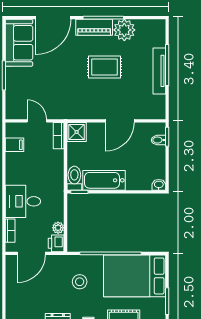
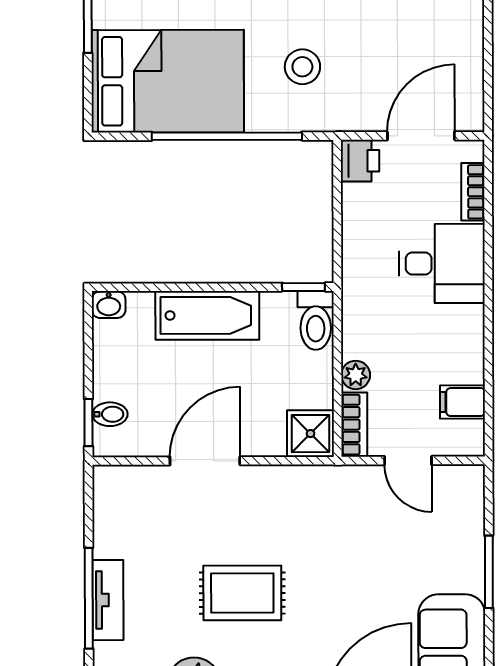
tv unit: (159, 71) -> (108, 600), width x0.71
bathtub: (104, 180) -> (207, 315), moved
plant: (58, 228) -> (356, 375), moved

